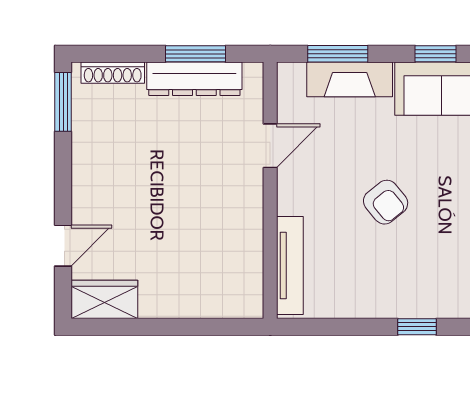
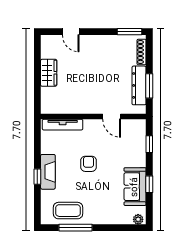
window: (338, 54) -> (149, 144), width x0.67
fireplace: (350, 79) -> (48, 172), moved, turned 180
armchair: (386, 202) -> (89, 164), turned 129
wardrobe: (104, 299) -> (49, 73), moved

